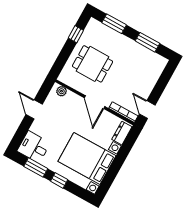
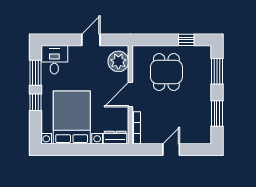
plant: (61, 91) -> (118, 61), width x1.87, depth x1.87
door: (147, 110) -> (171, 150), moved

